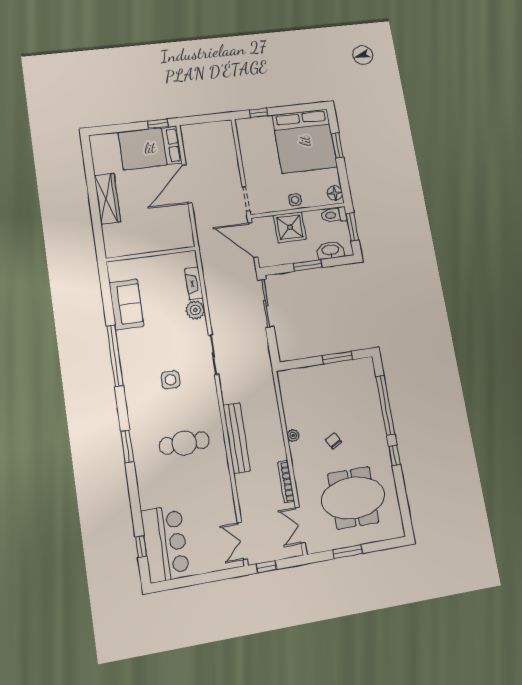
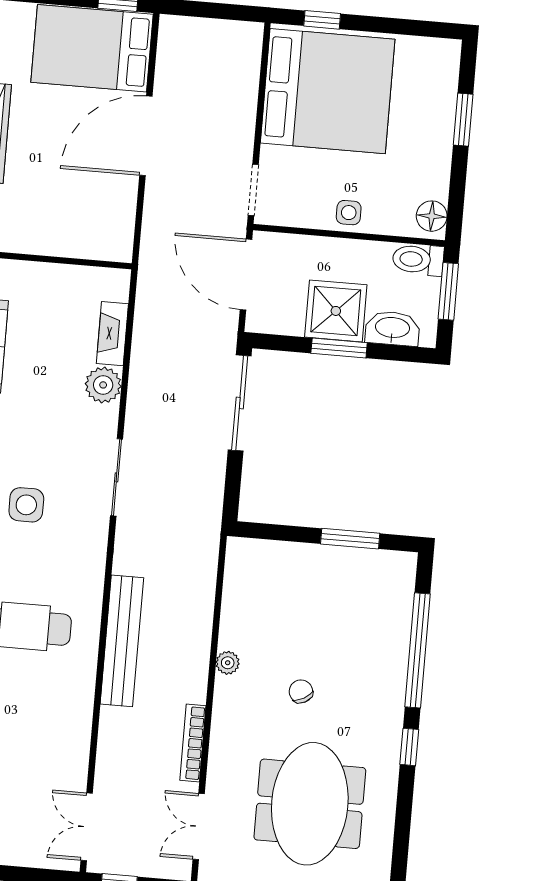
bed: (305, 141) -> (328, 91), moved, turned -90
shower: (290, 227) -> (336, 311), moved
meeting table: (353, 498) -> (310, 804), turned 90

